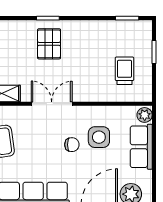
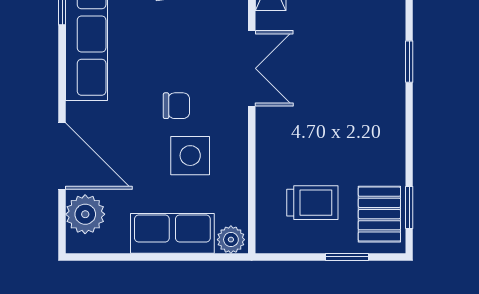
pallet: (49, 44) -> (379, 214), moved, turned 90
chair: (72, 145) -> (176, 106), turned -90

